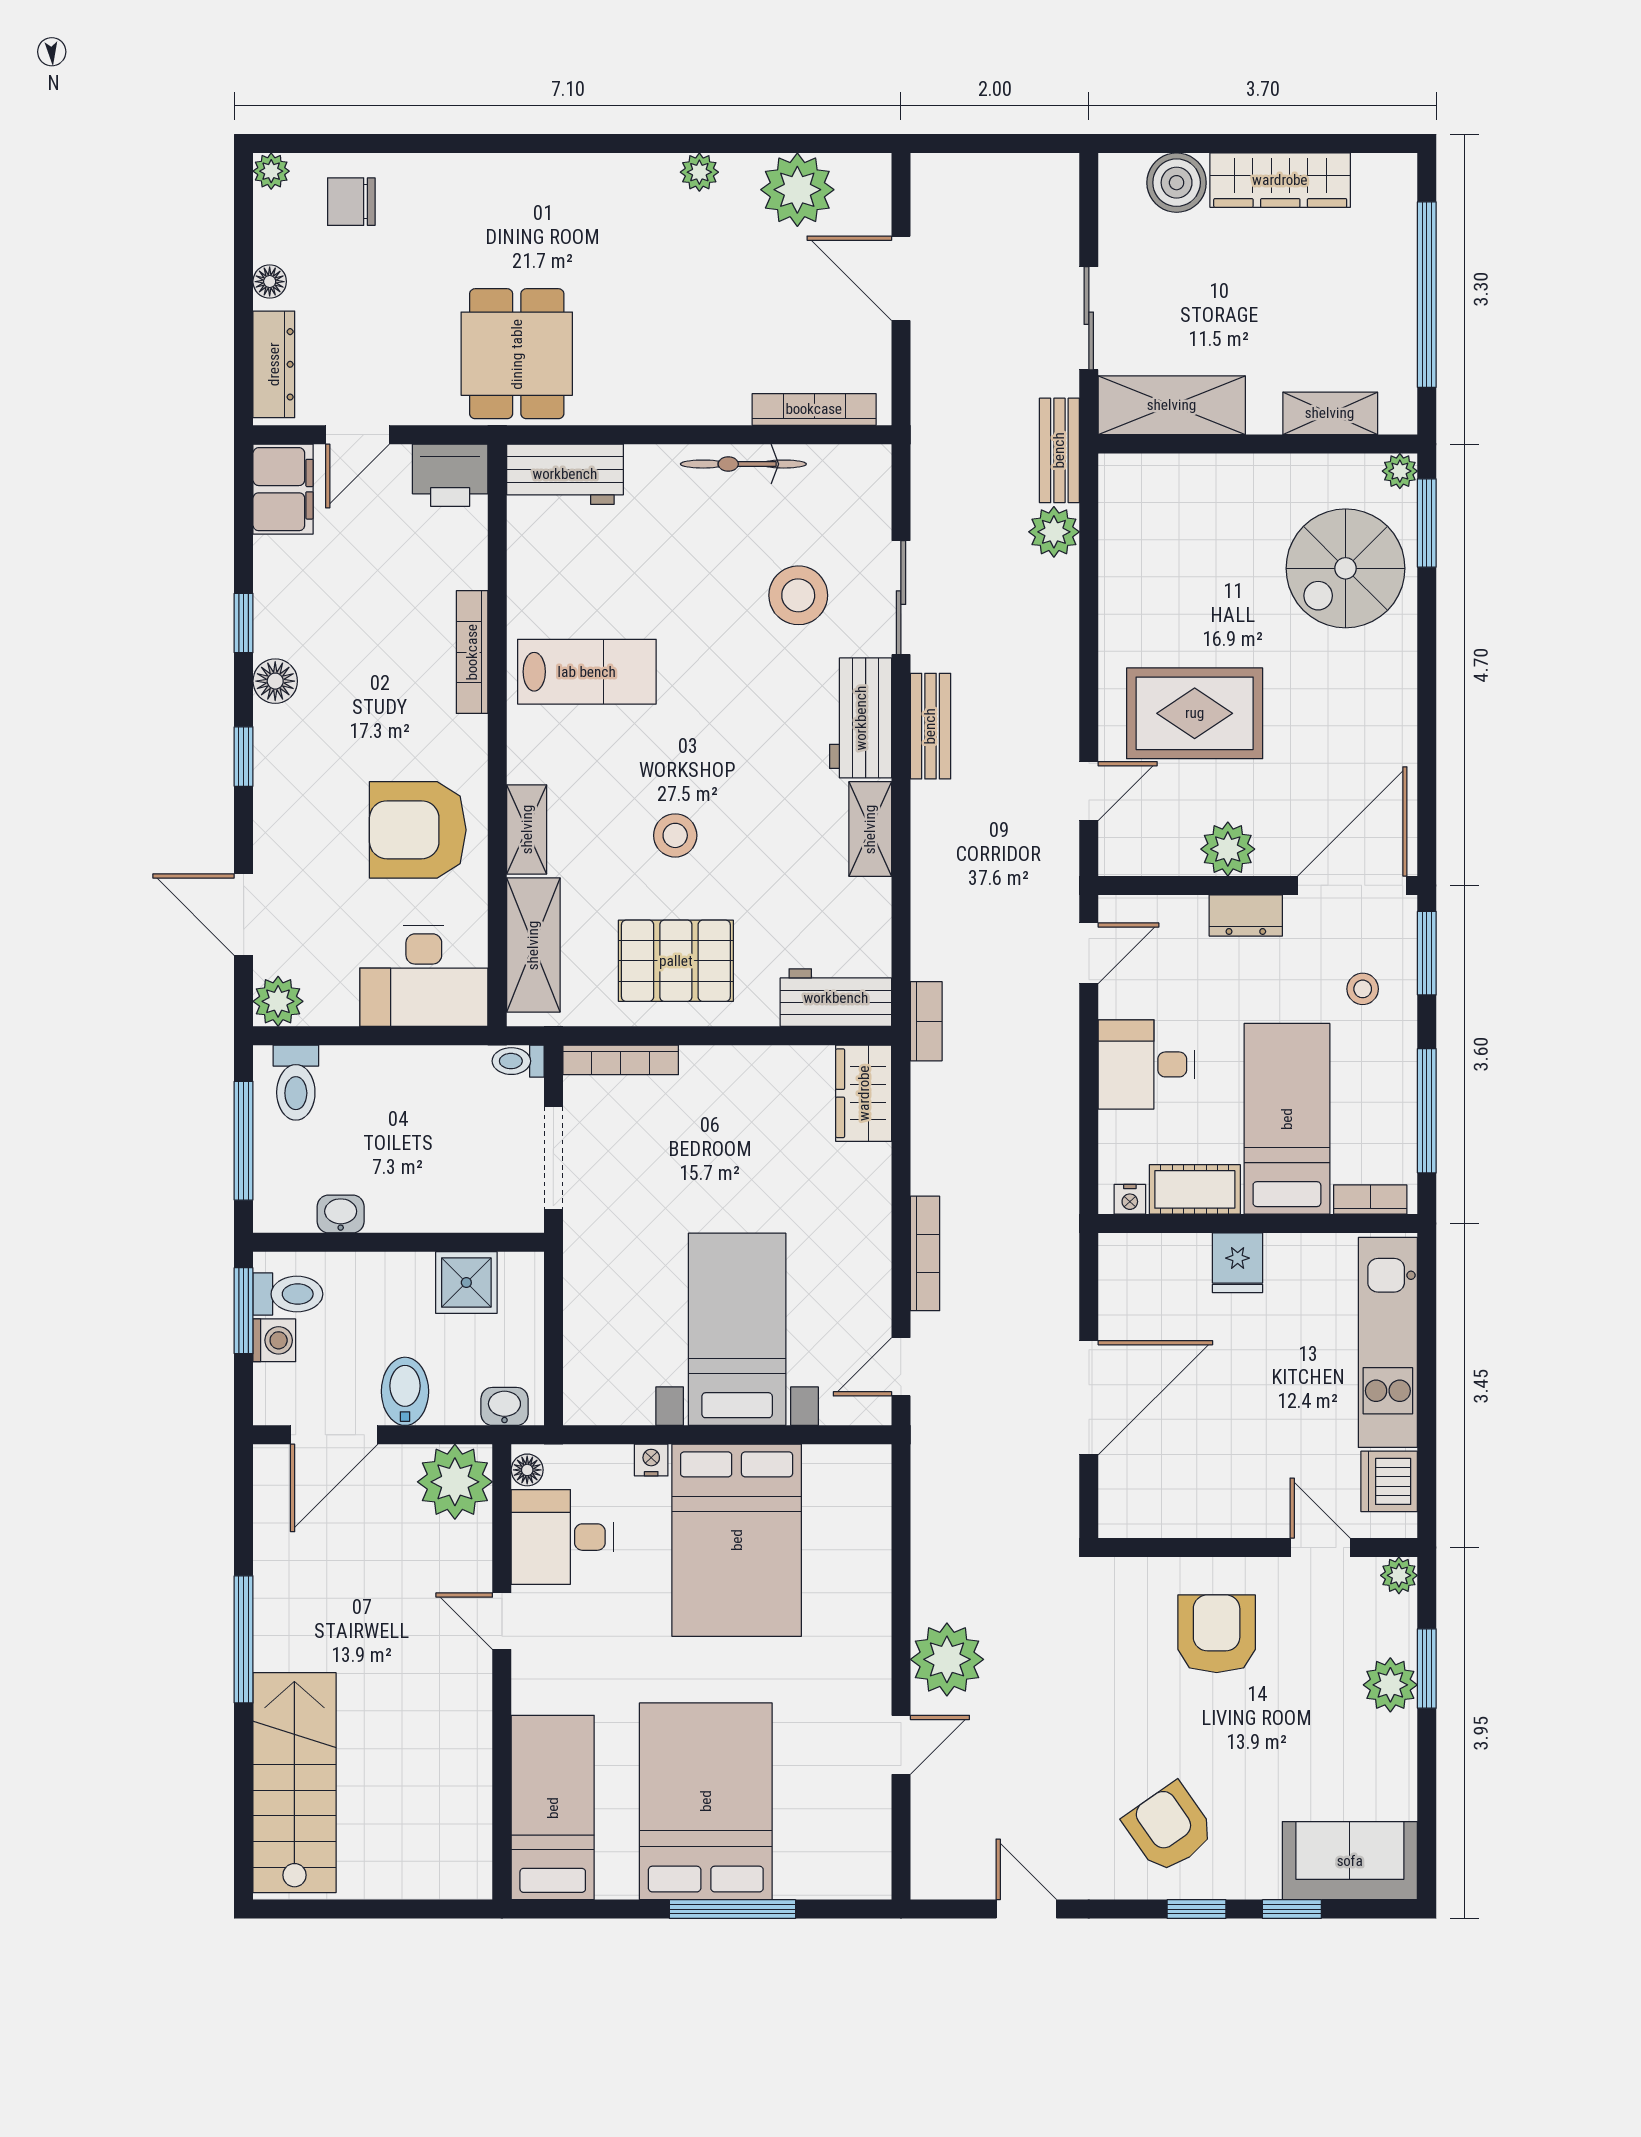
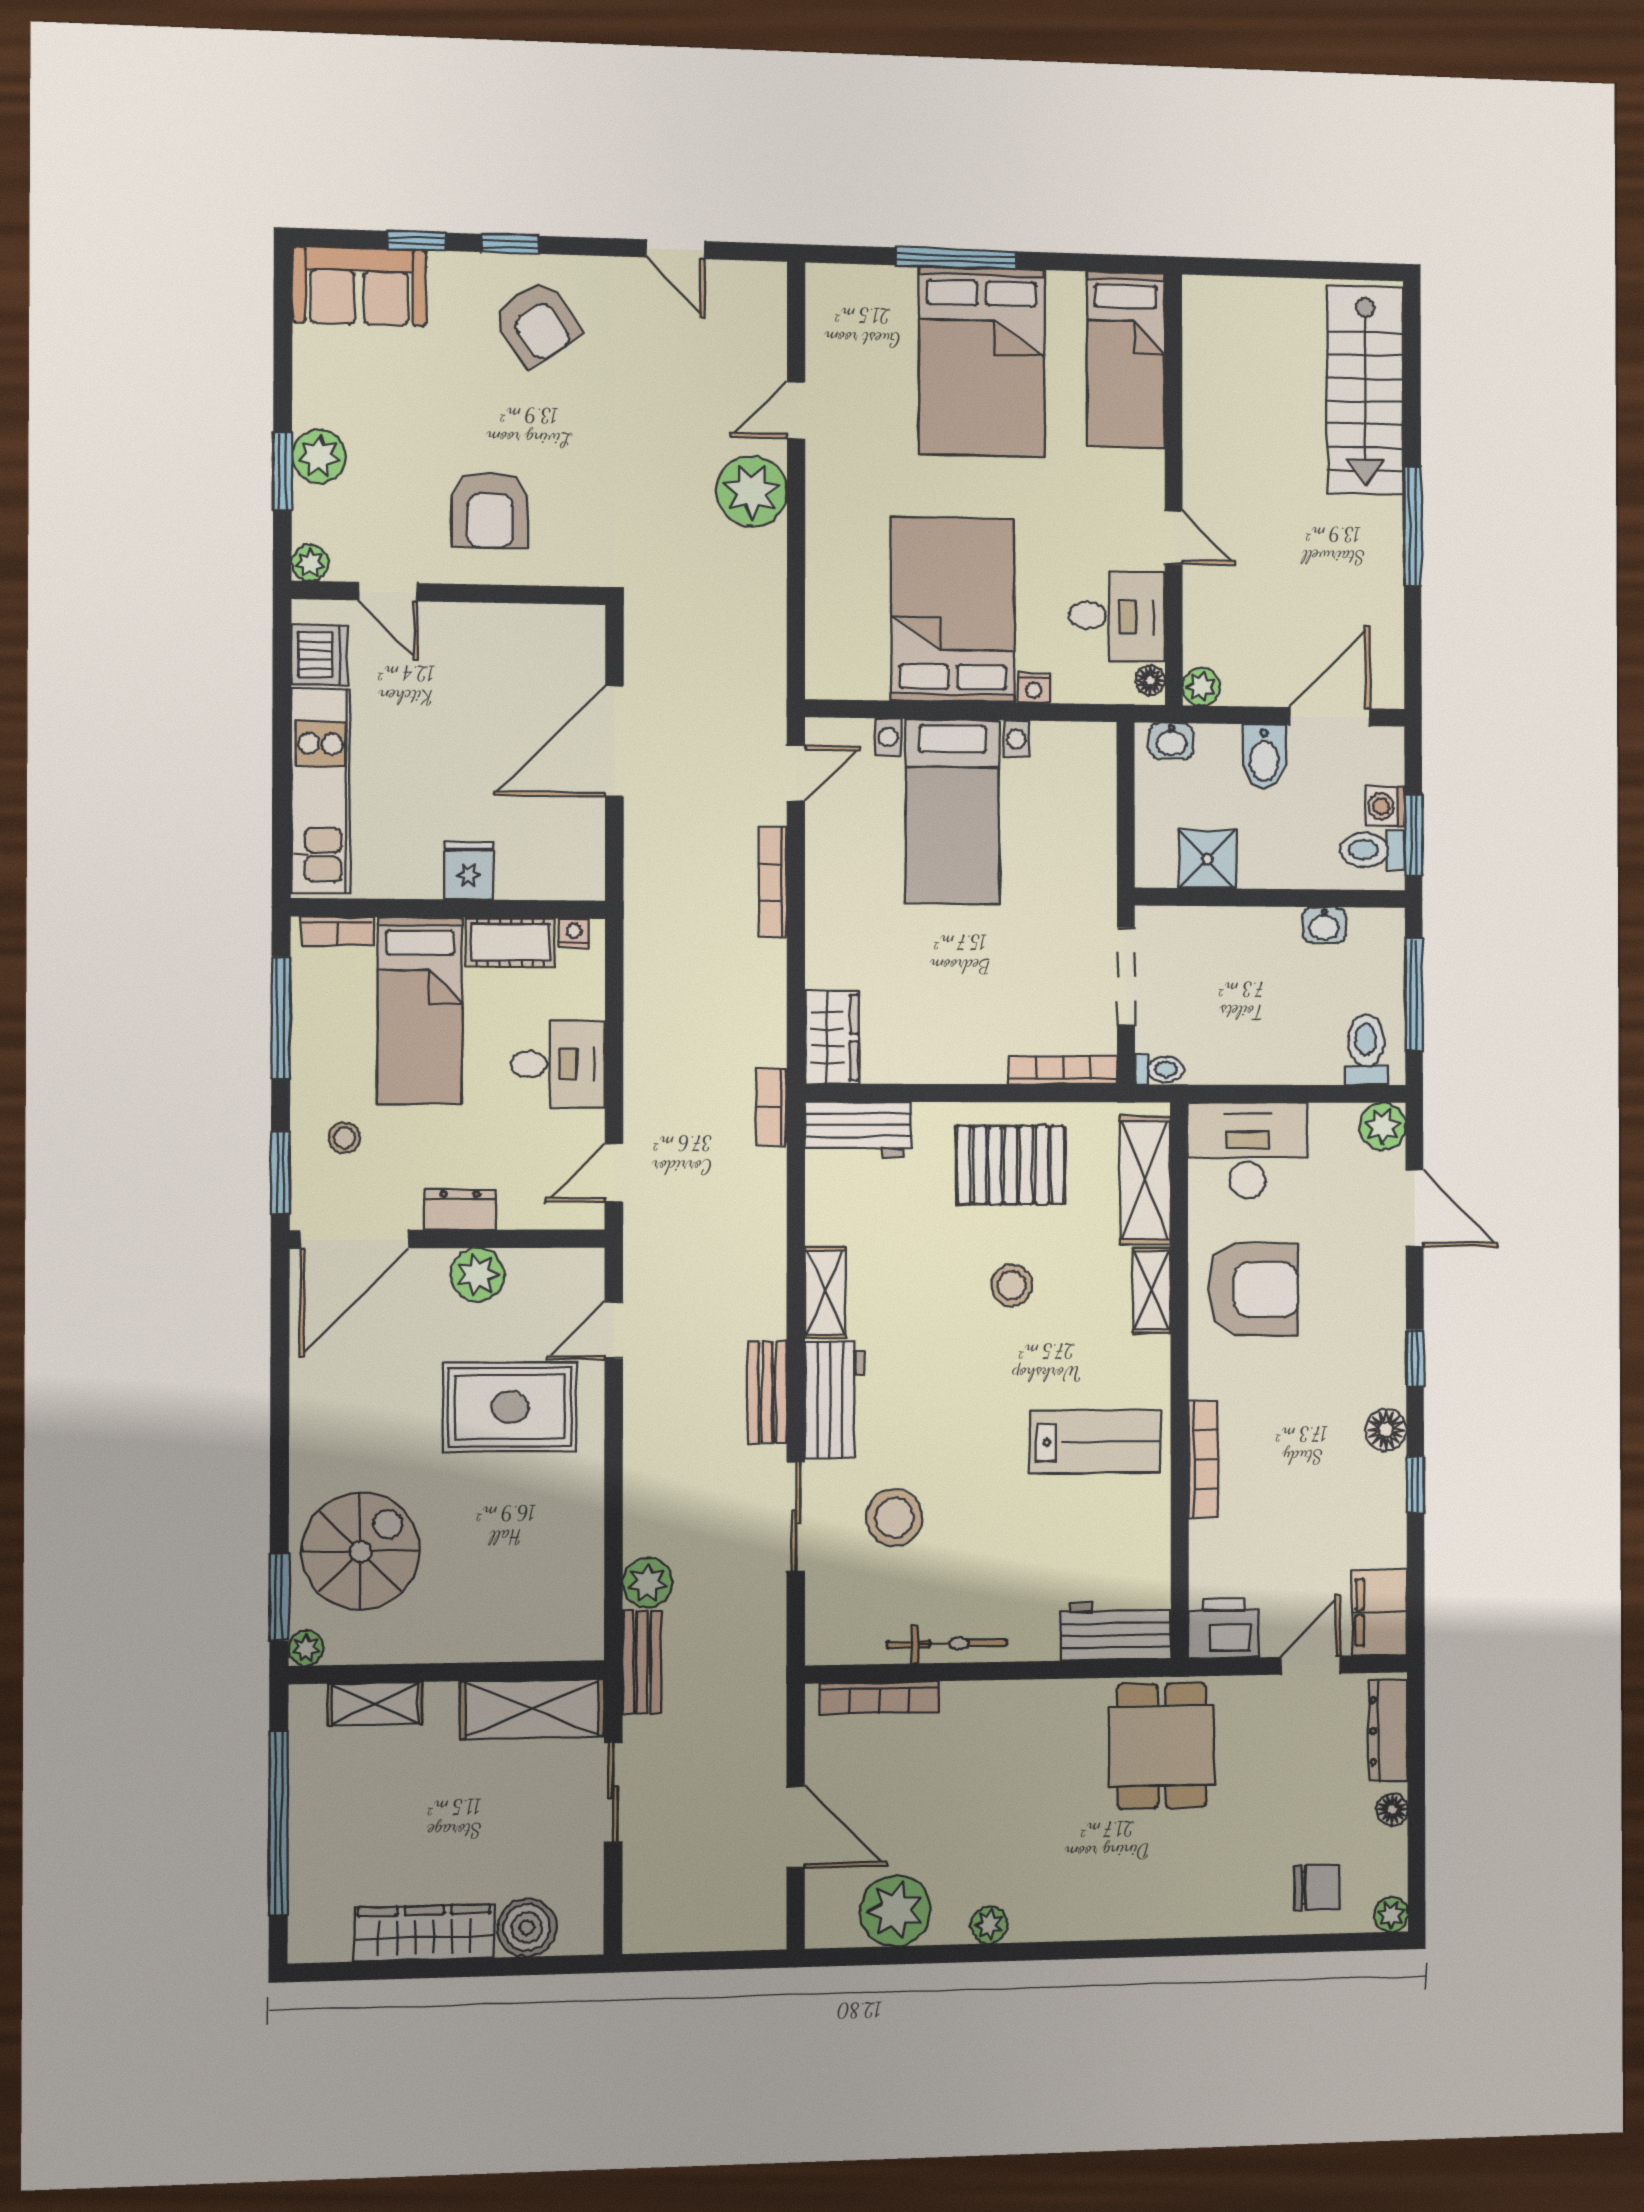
lab bench: (587, 672) -> (1095, 1442), turned 180
plant: (455, 1482) -> (1201, 687), width x0.53, depth x0.53

